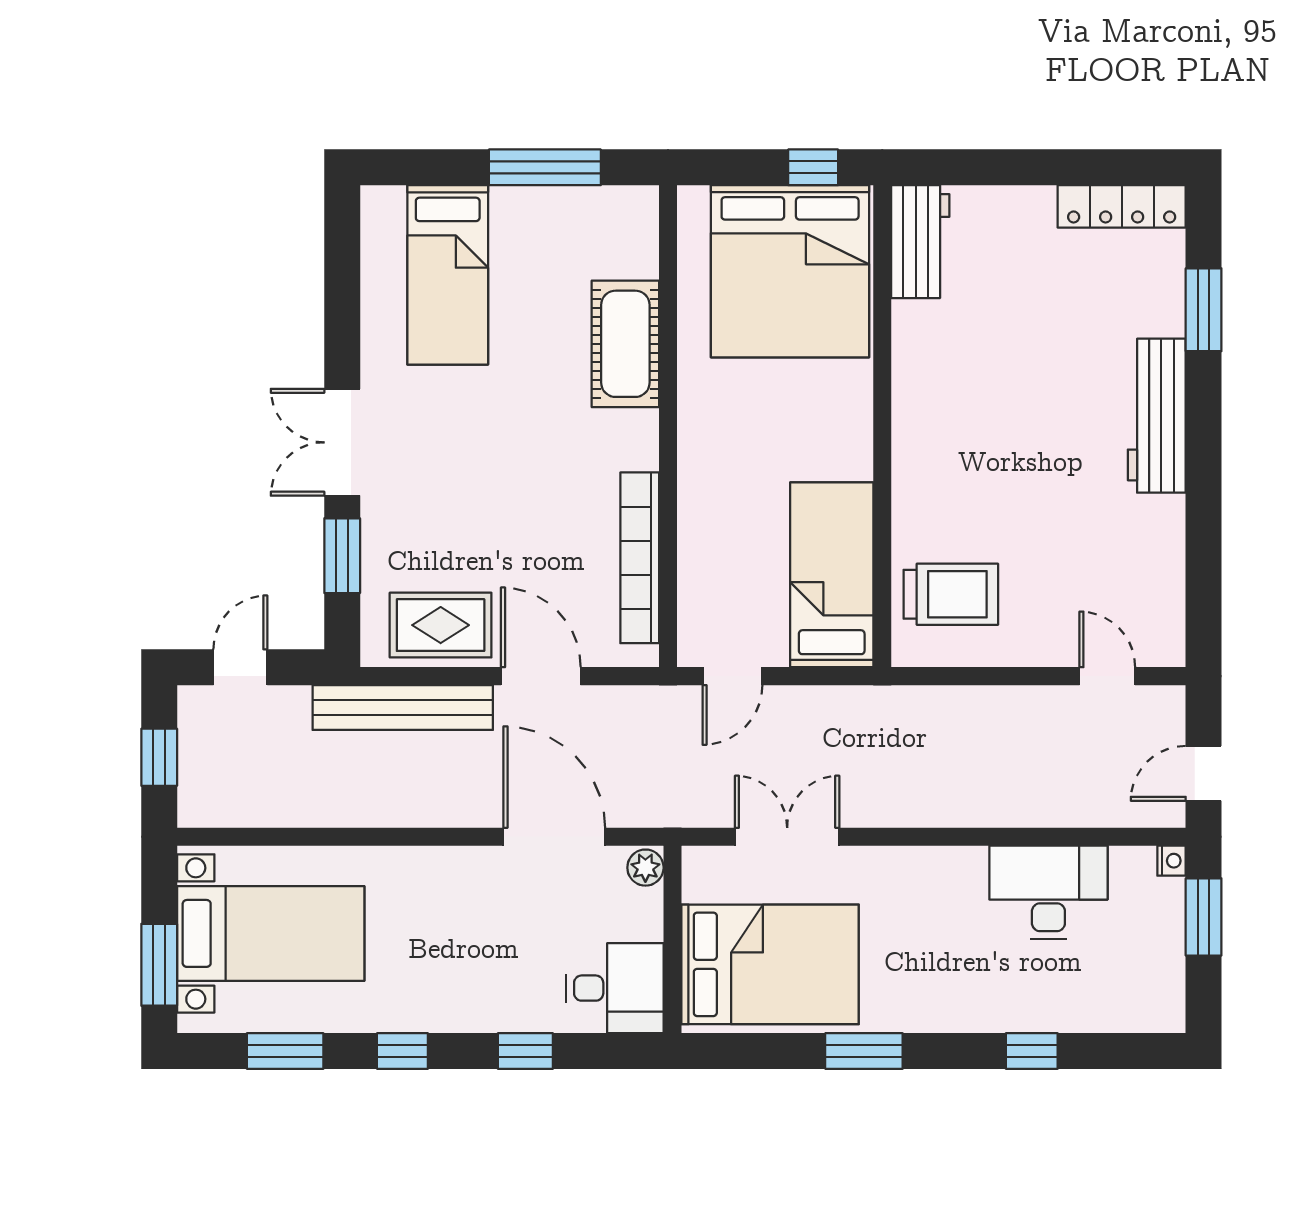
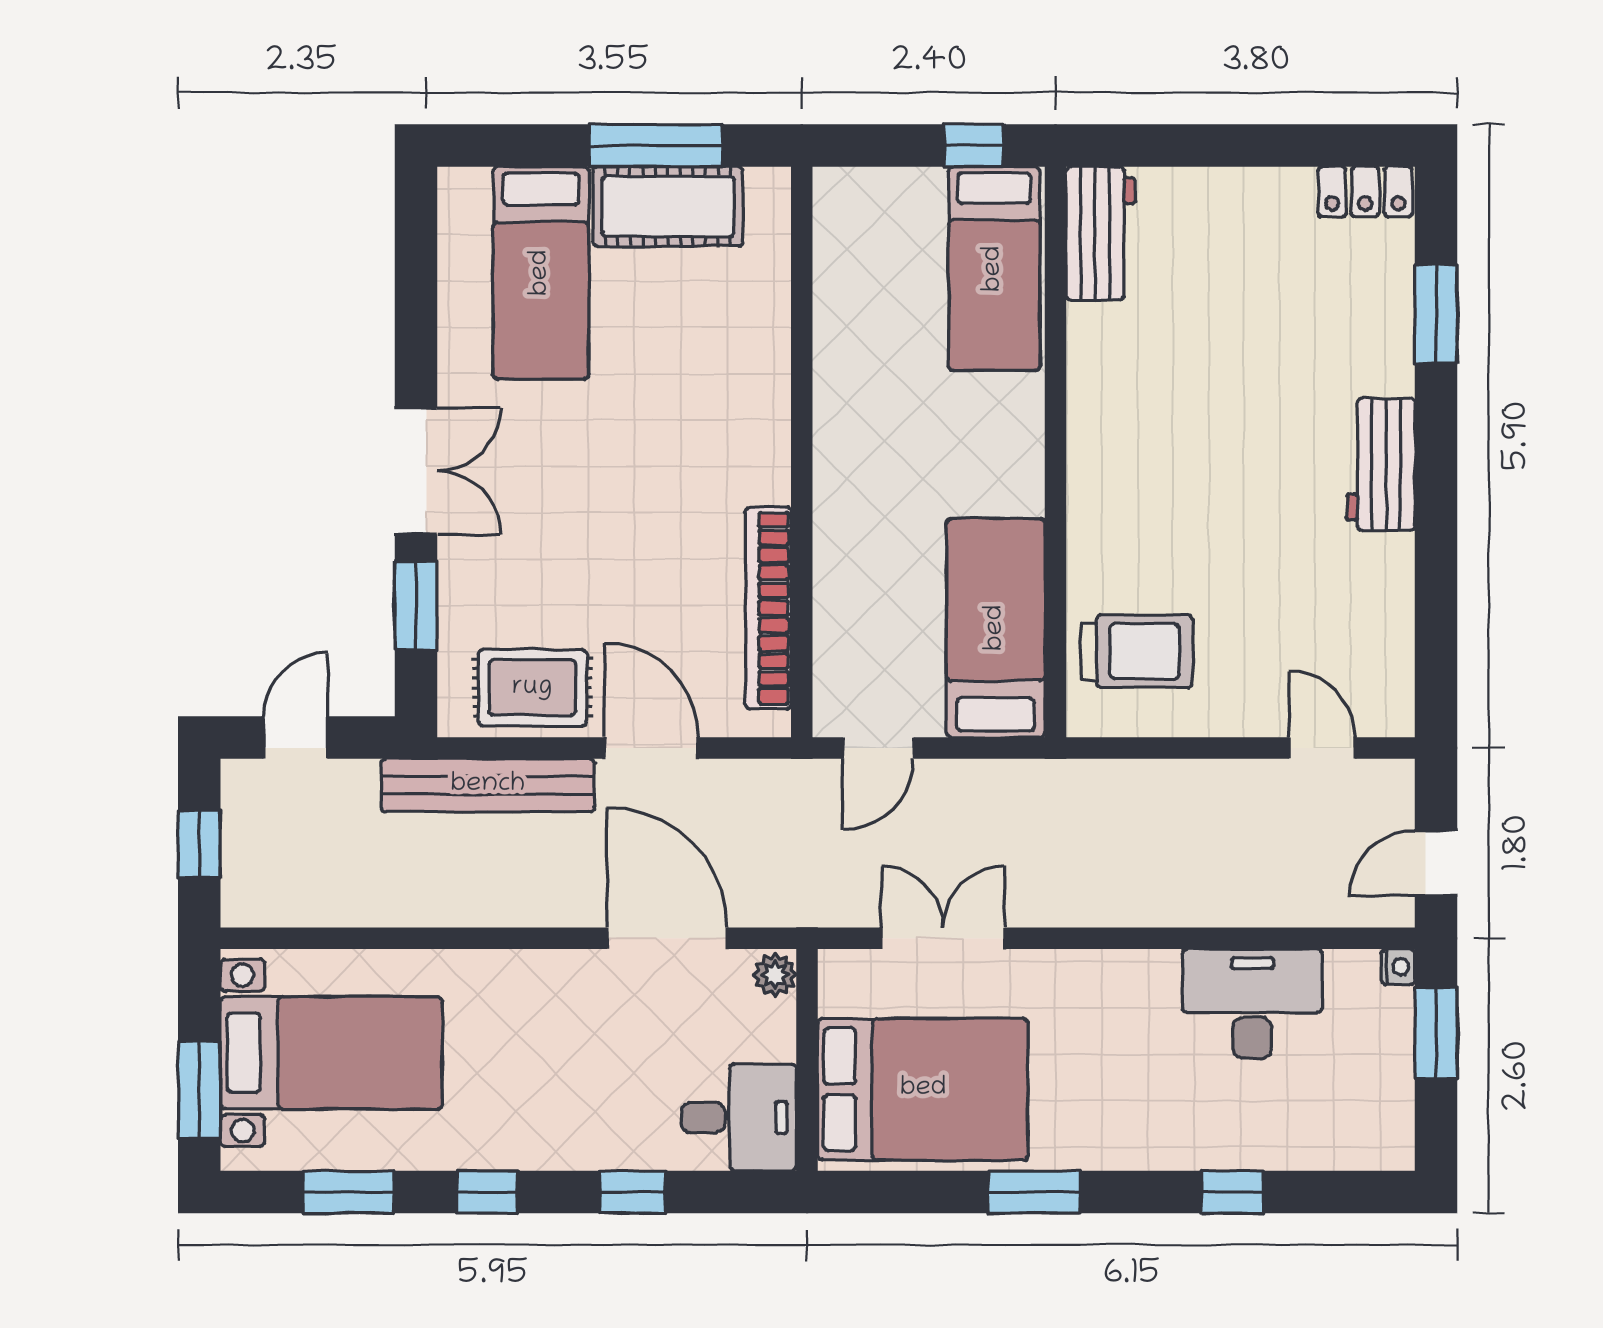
locker: (1122, 206) -> (1365, 192), width x0.66
bed: (790, 271) -> (994, 269), width x0.49
cot: (625, 344) -> (668, 207), moved, turned 90
workbench: (1157, 416) -> (1381, 465), width x0.73
double door: (342, 442) -> (416, 471), swing flipped

